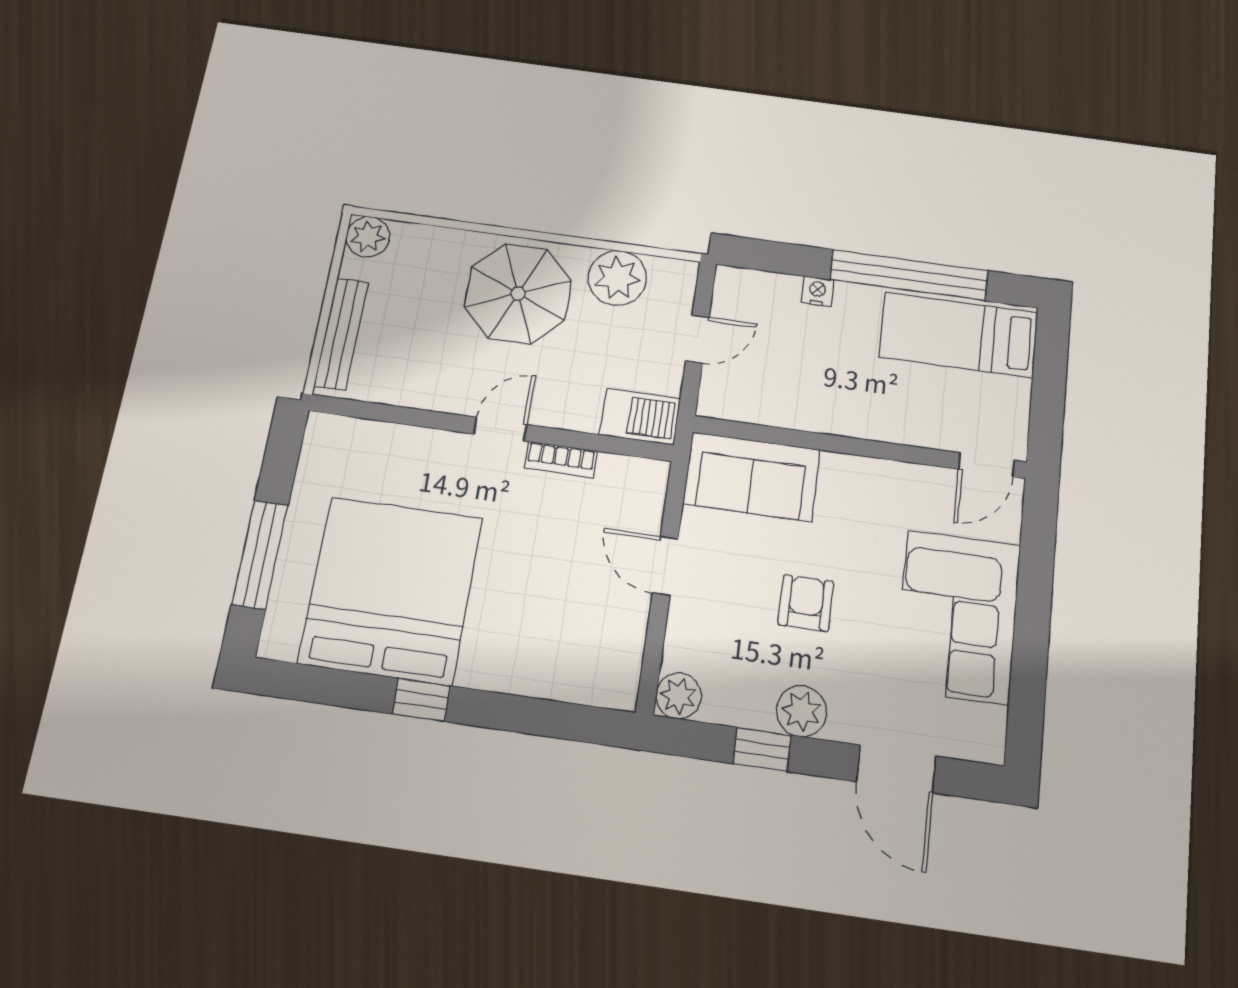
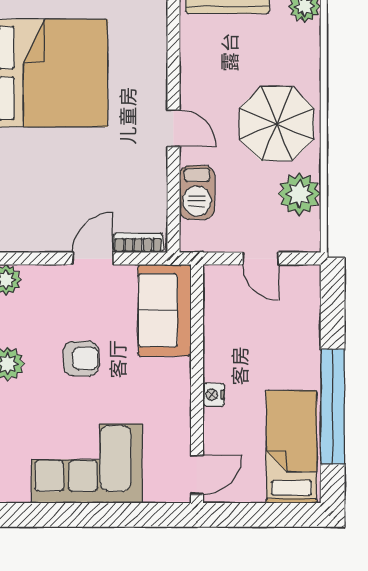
nightstand: (817, 291) -> (214, 395), moved, turned 180
barbecue: (640, 417) -> (197, 192), moved
bookcase: (561, 459) -> (138, 243), moved, turned 90
door: (986, 465) -> (197, 475), swing flipped

